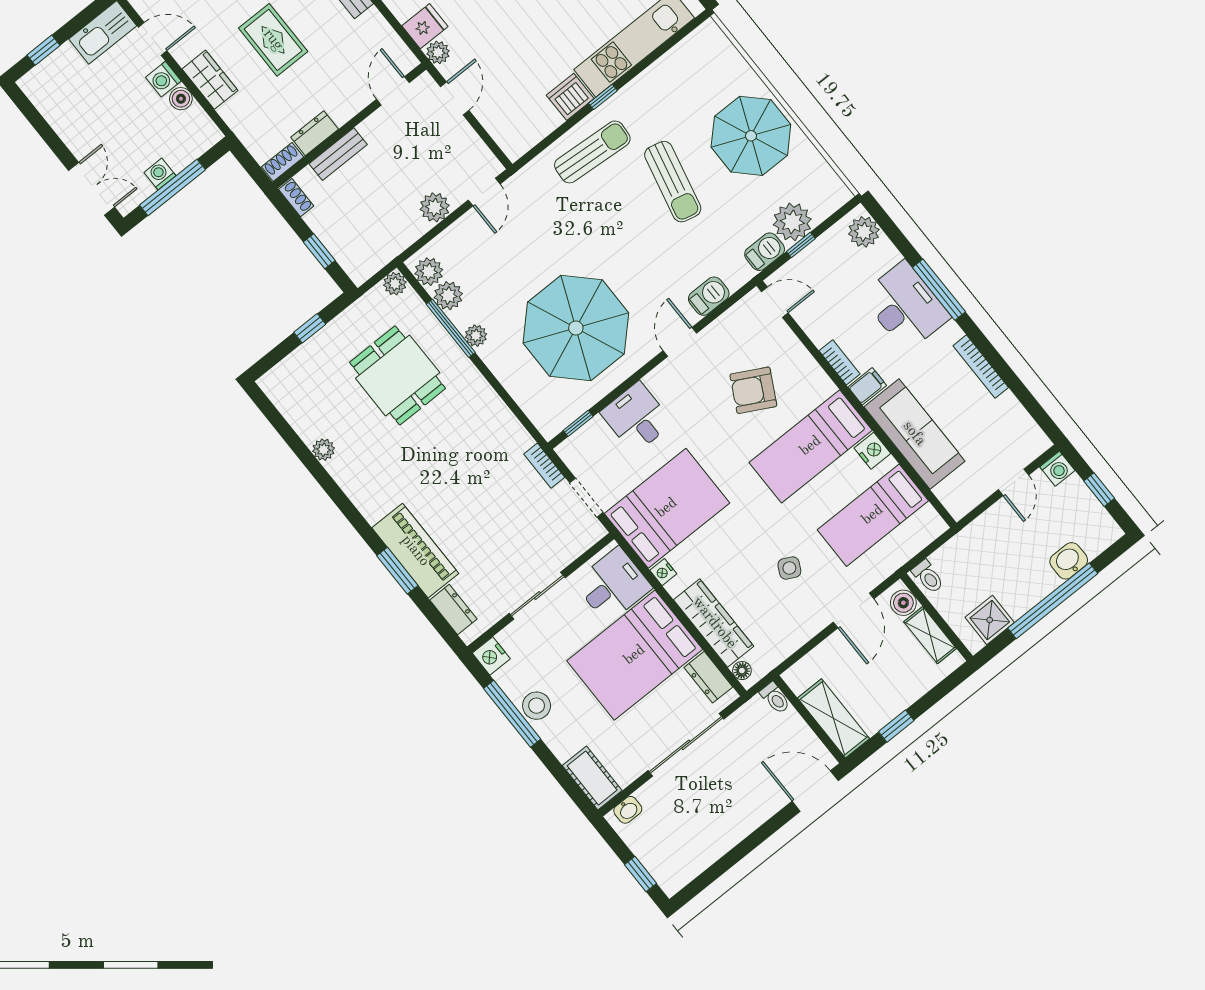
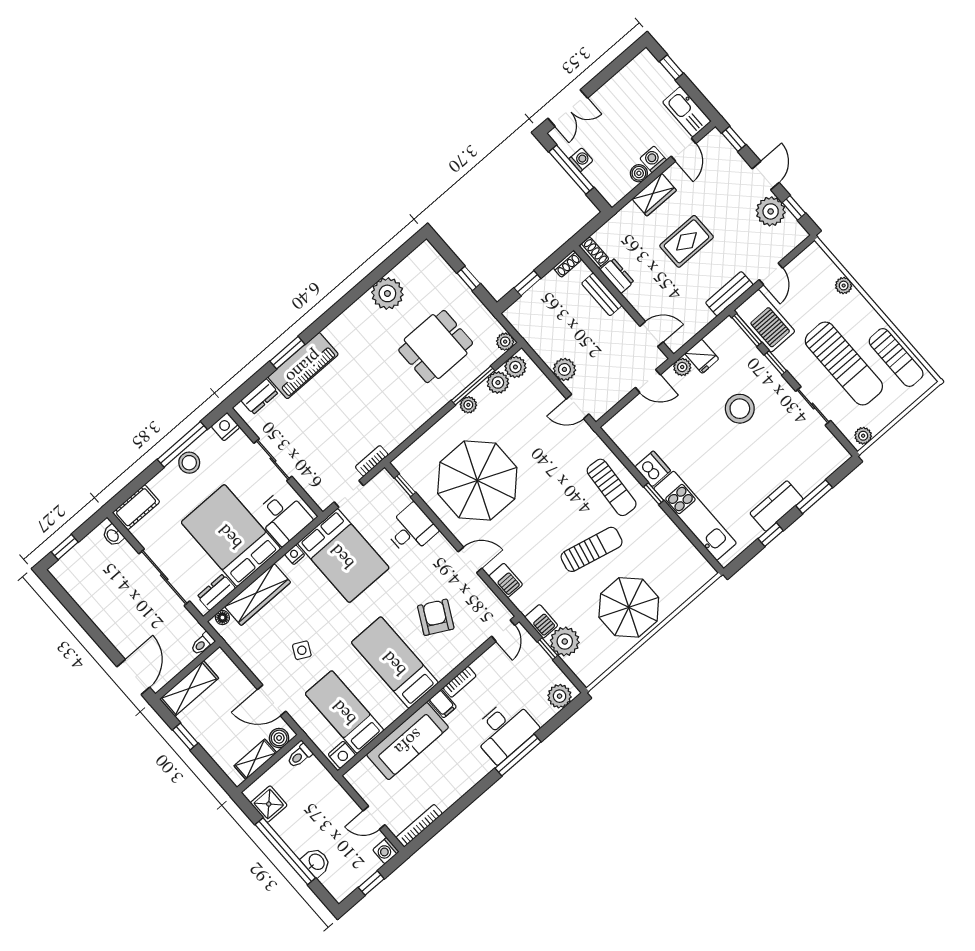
sun lounger: (673, 182) -> (592, 549), turned 180
bookcase: (981, 367) -> (419, 826), moved
plant: (324, 450) -> (387, 293), width x1.87, depth x1.87
nightstand: (872, 451) -> (342, 755), moved

